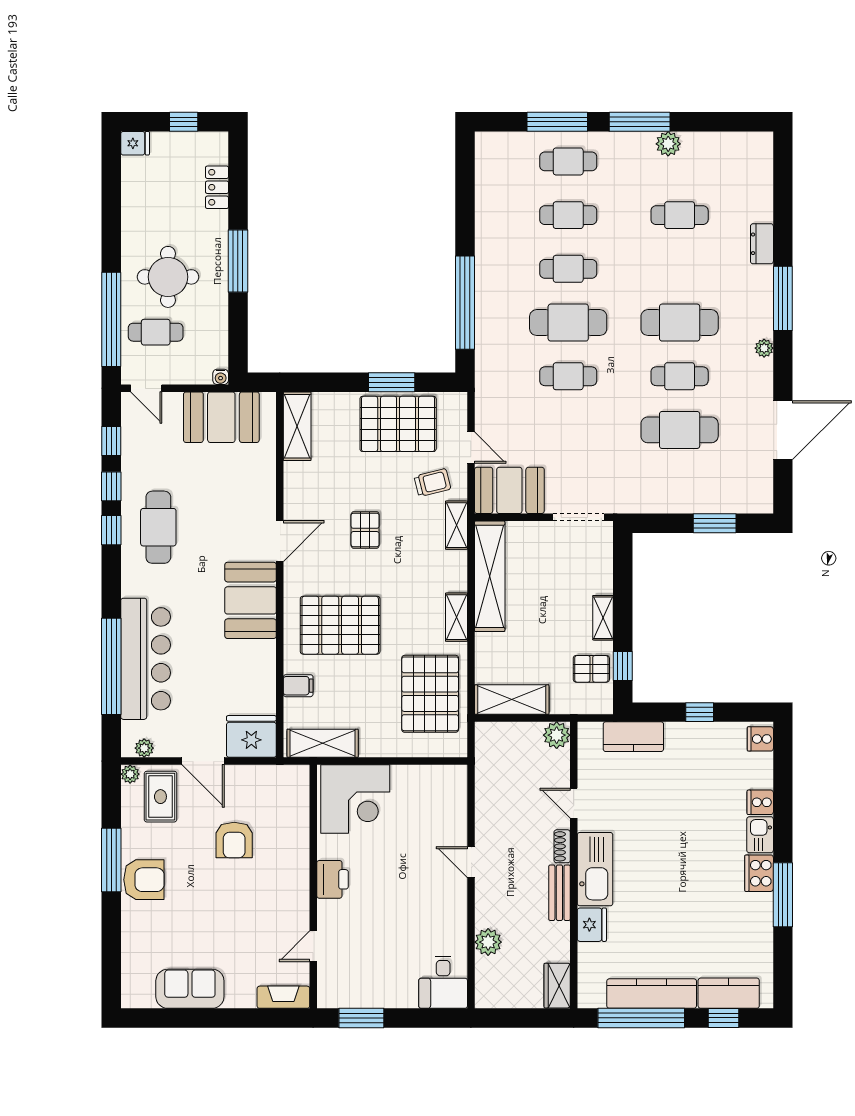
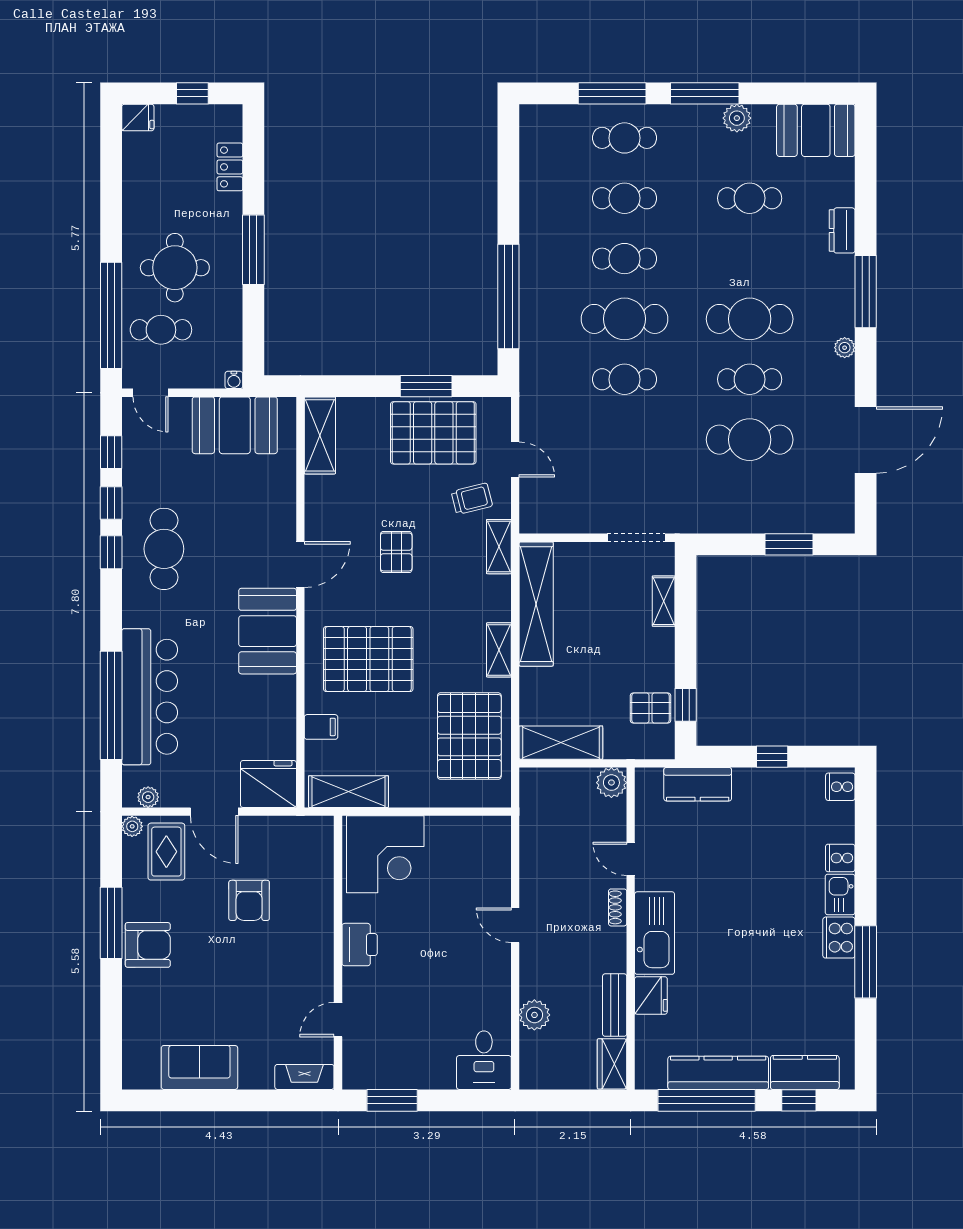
booth: (509, 490) -> (816, 130), moved
shelving: (603, 618) -> (664, 601), moved
bench: (559, 893) -> (615, 1005), moved

